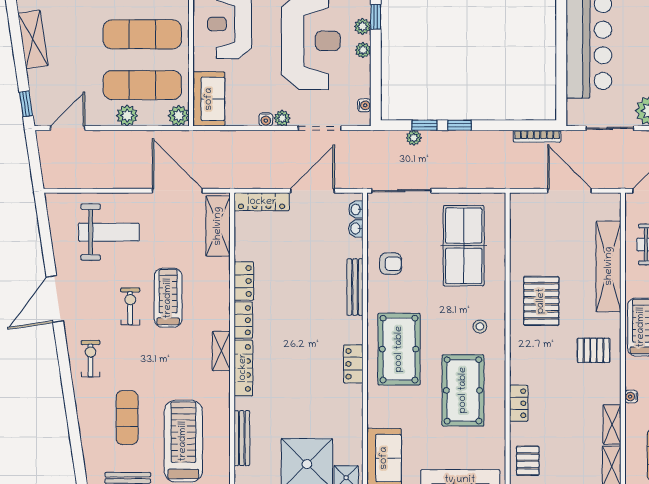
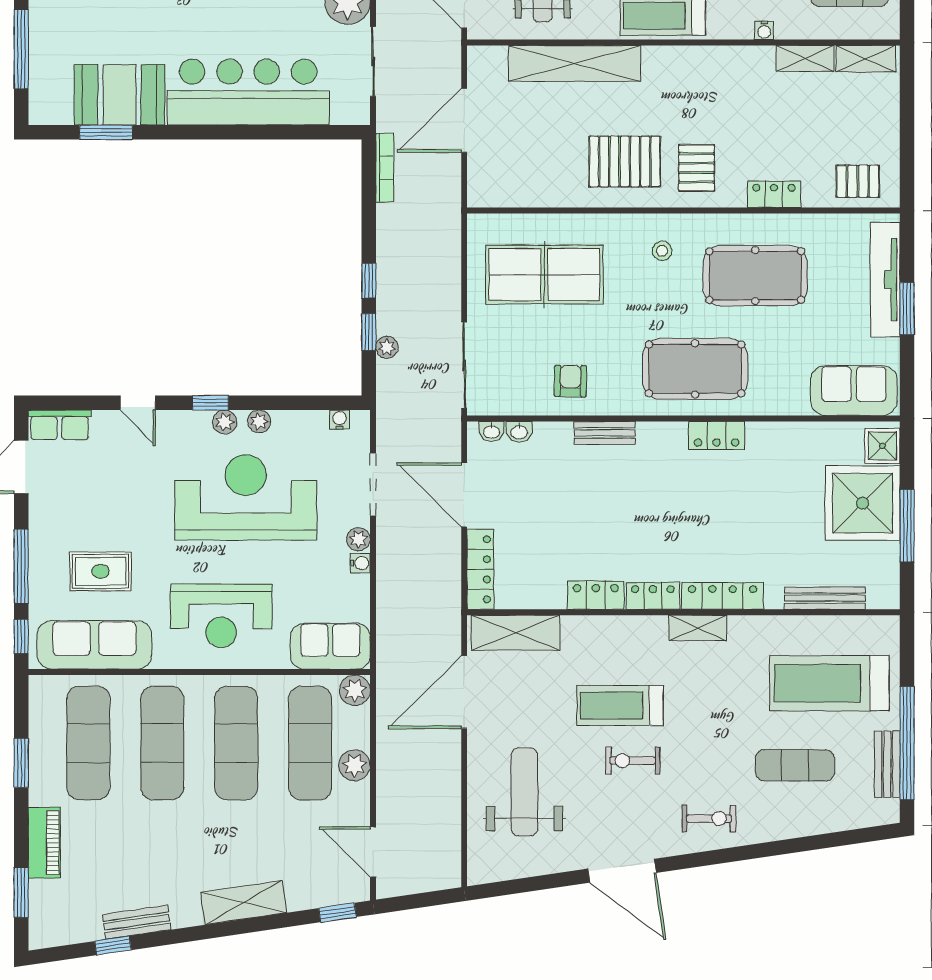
bench: (355, 287) -> (605, 433), width x0.73
pallet: (594, 350) -> (697, 168), moved
exercise bike: (91, 359) -> (709, 819), turned 180

